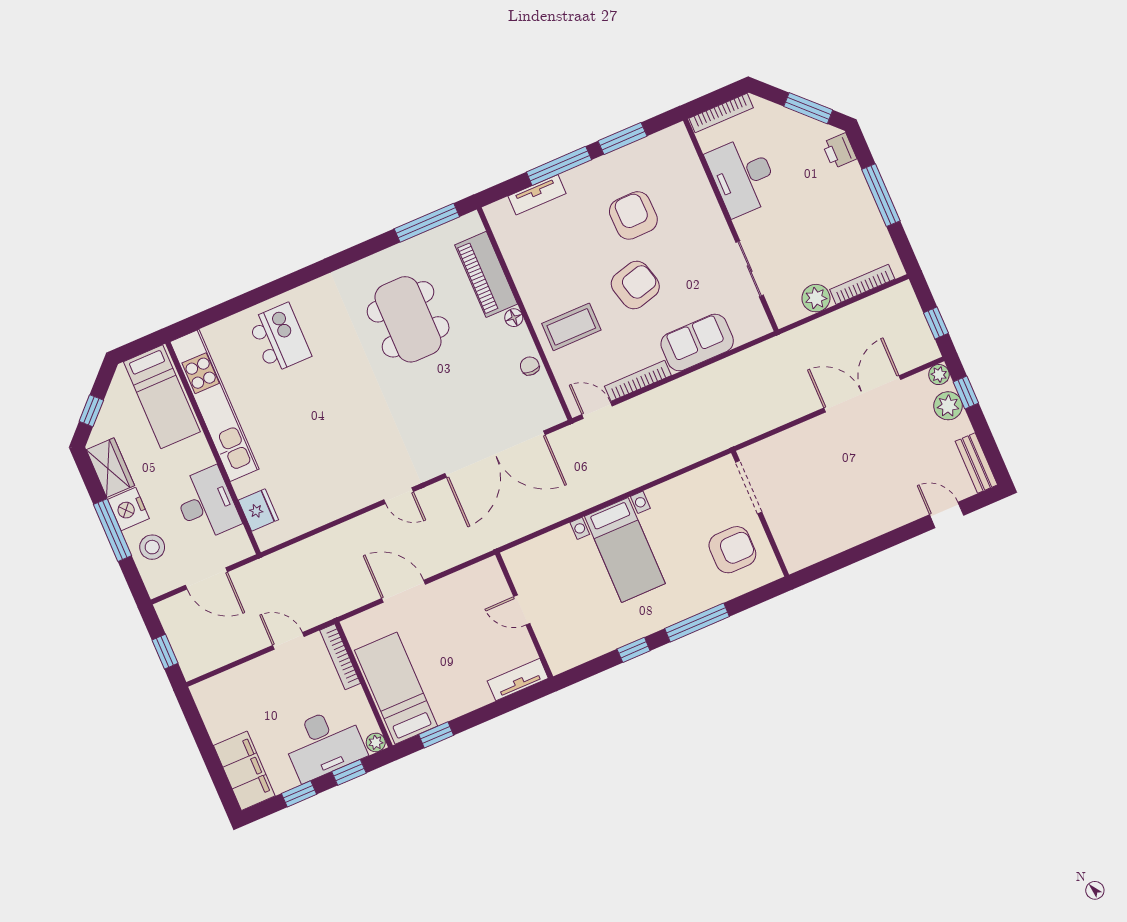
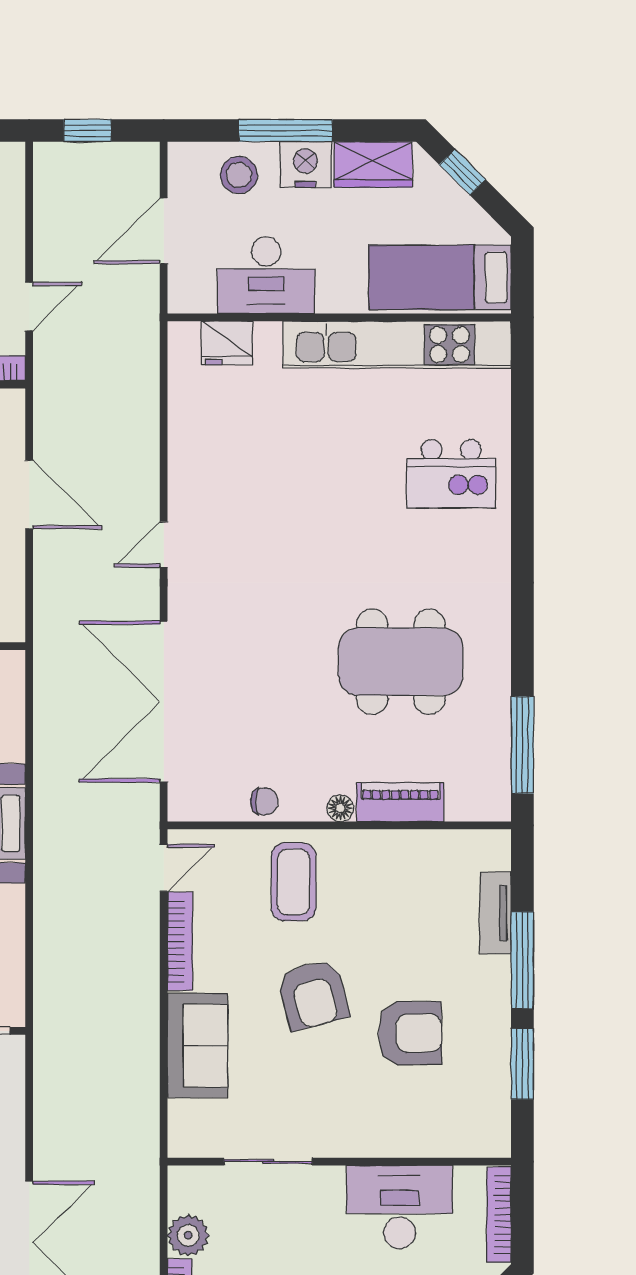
piano: (486, 274) -> (400, 802), width x0.73, depth x0.75
door: (404, 591) -> (29, 494), hinge flipped

